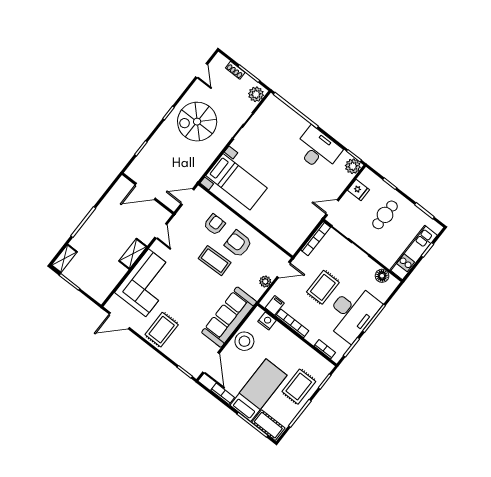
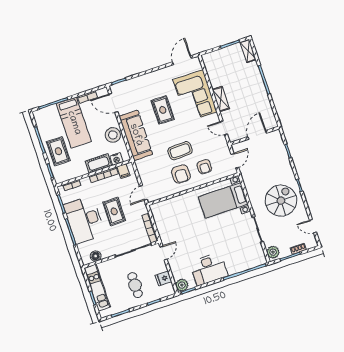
armchair: (238, 244) -> (181, 174), turned 90
plant: (265, 281) -> (144, 175), removed
rug: (162, 330) -> (163, 110), moved
cot: (268, 425) -> (98, 163), moved

